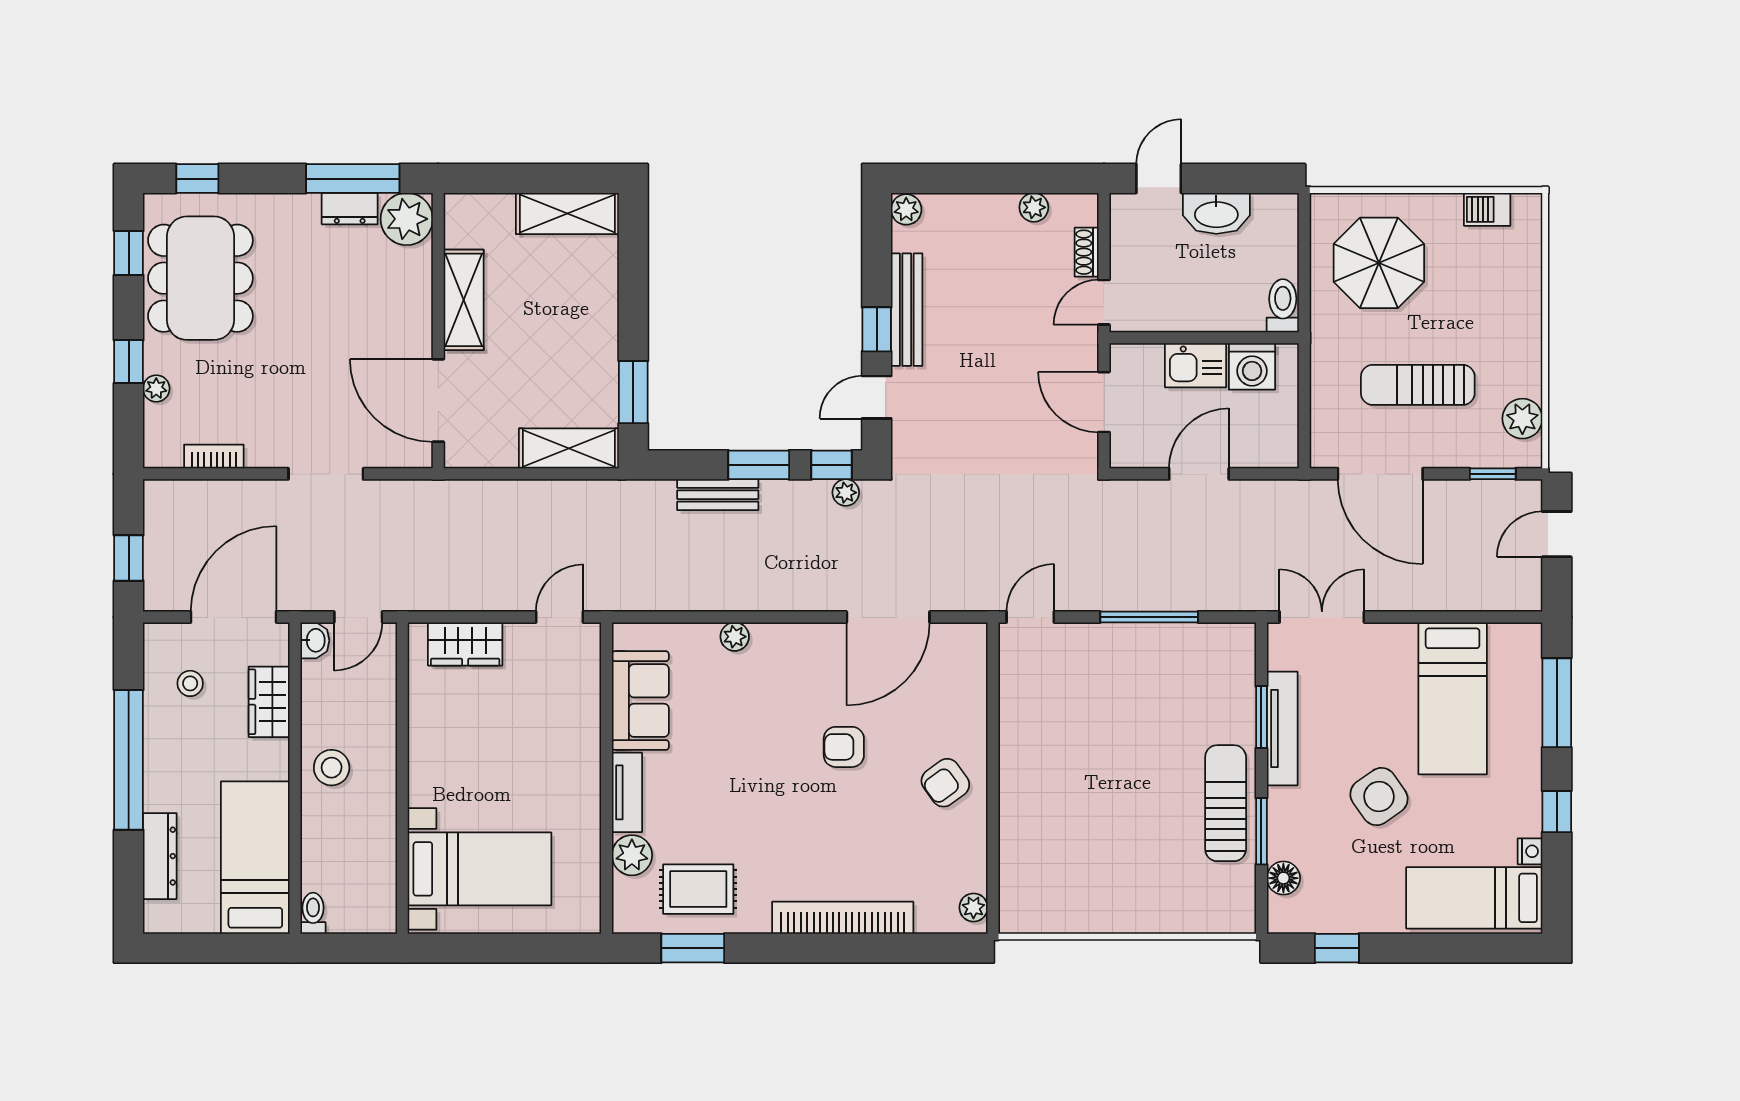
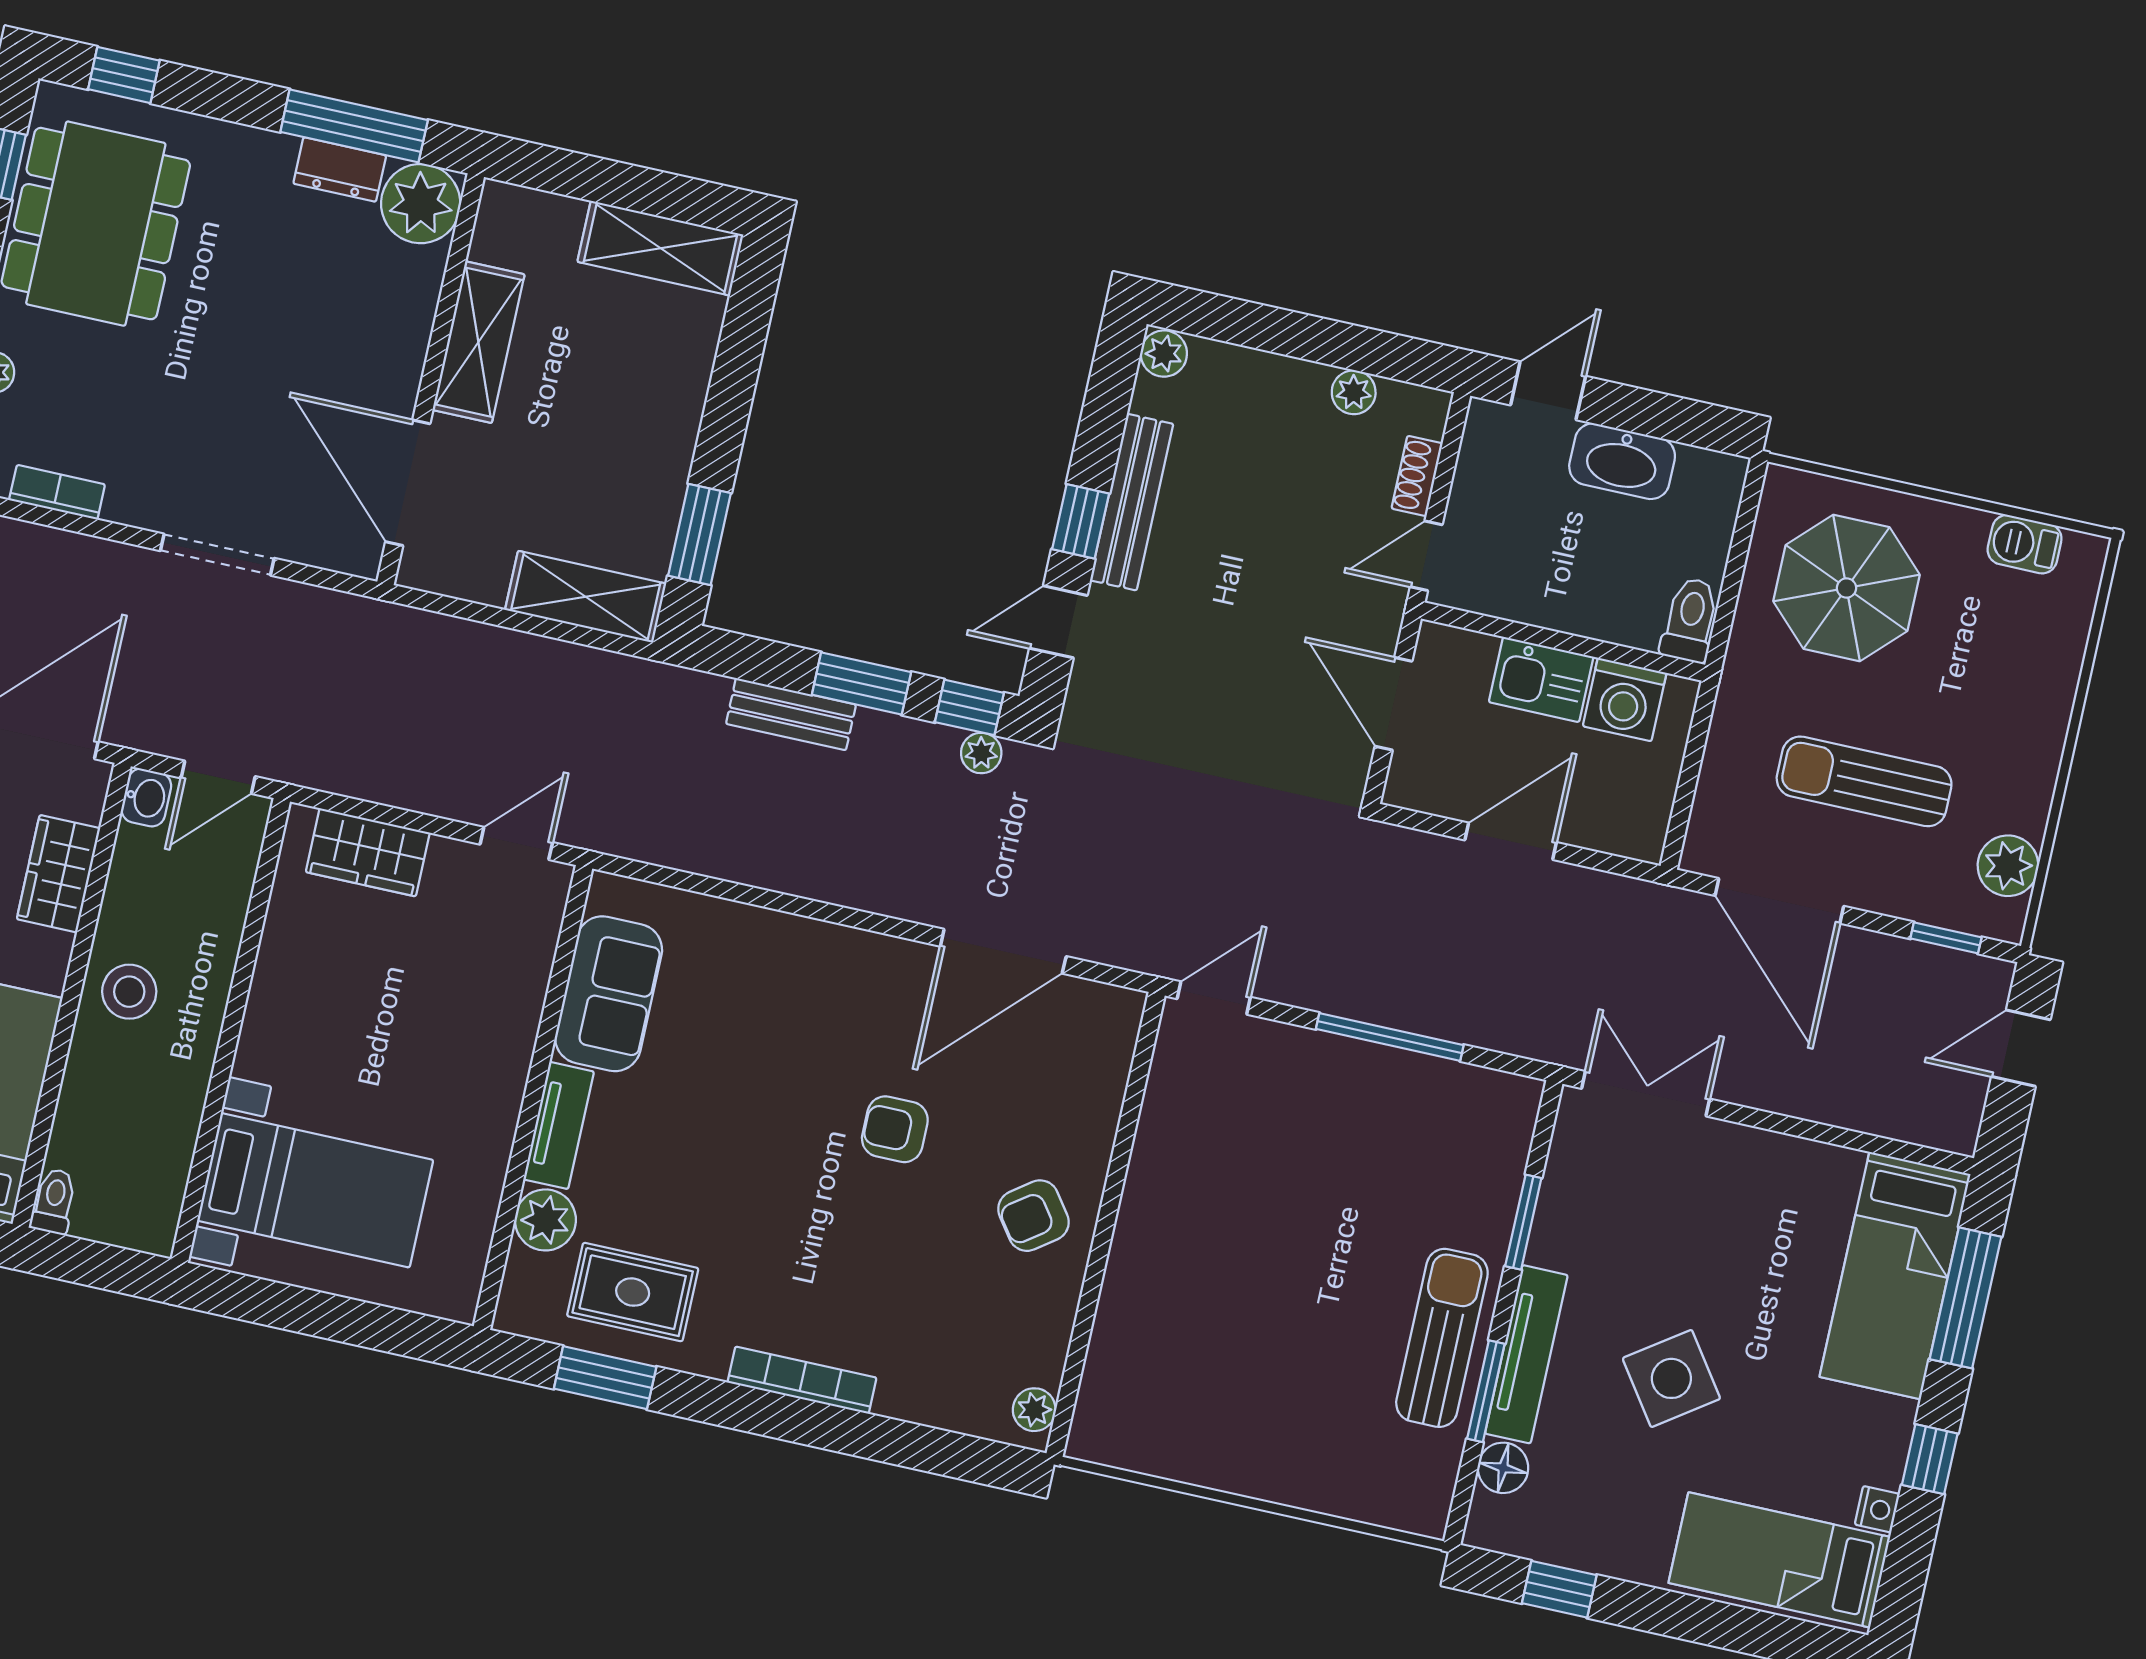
plant: (735, 637) -> (769, 930), removed
bed: (1453, 698) -> (1895, 1276), moved
tv unit: (1282, 728) -> (1526, 1354), moved
bookcase: (843, 918) -> (802, 1380), width x0.68, depth x0.76

